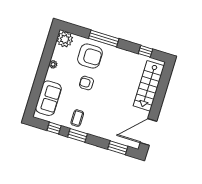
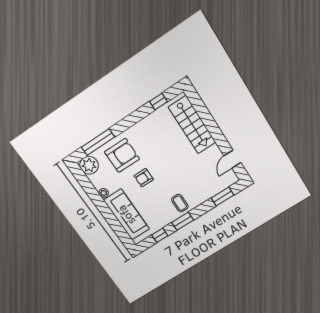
window: (104, 38) -> (98, 142), moved
sofa: (48, 98) -> (126, 215), width x1.36
coffee table: (77, 118) -> (180, 203), moved
door: (148, 132) -> (232, 159), width x0.53

